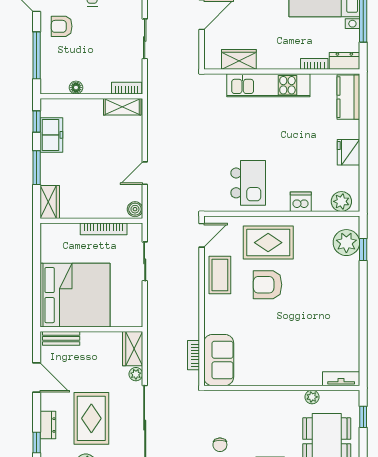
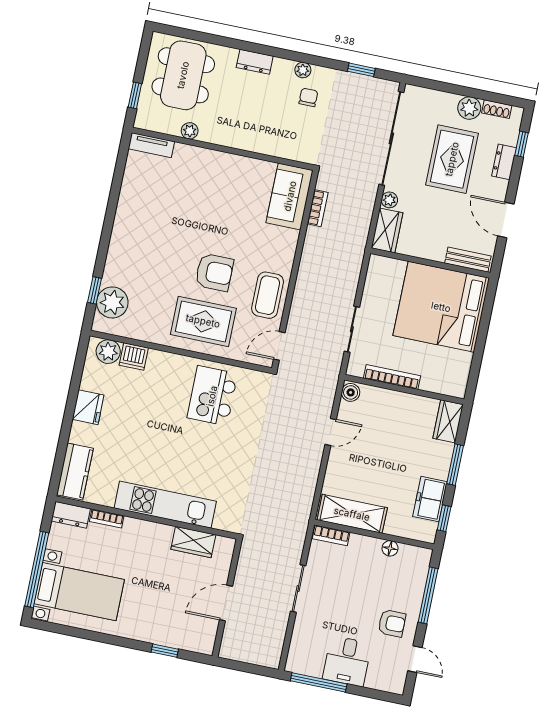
shelving: (122, 107) -> (352, 514), width x1.50, depth x1.33
dishwasher: (301, 202) -> (134, 357), moved

